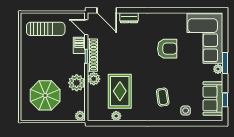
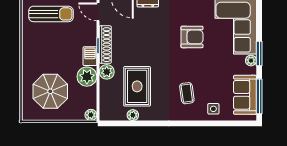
barbecue: (79, 45) -> (90, 56), moved
window: (225, 100) -> (259, 96), width x2.17

